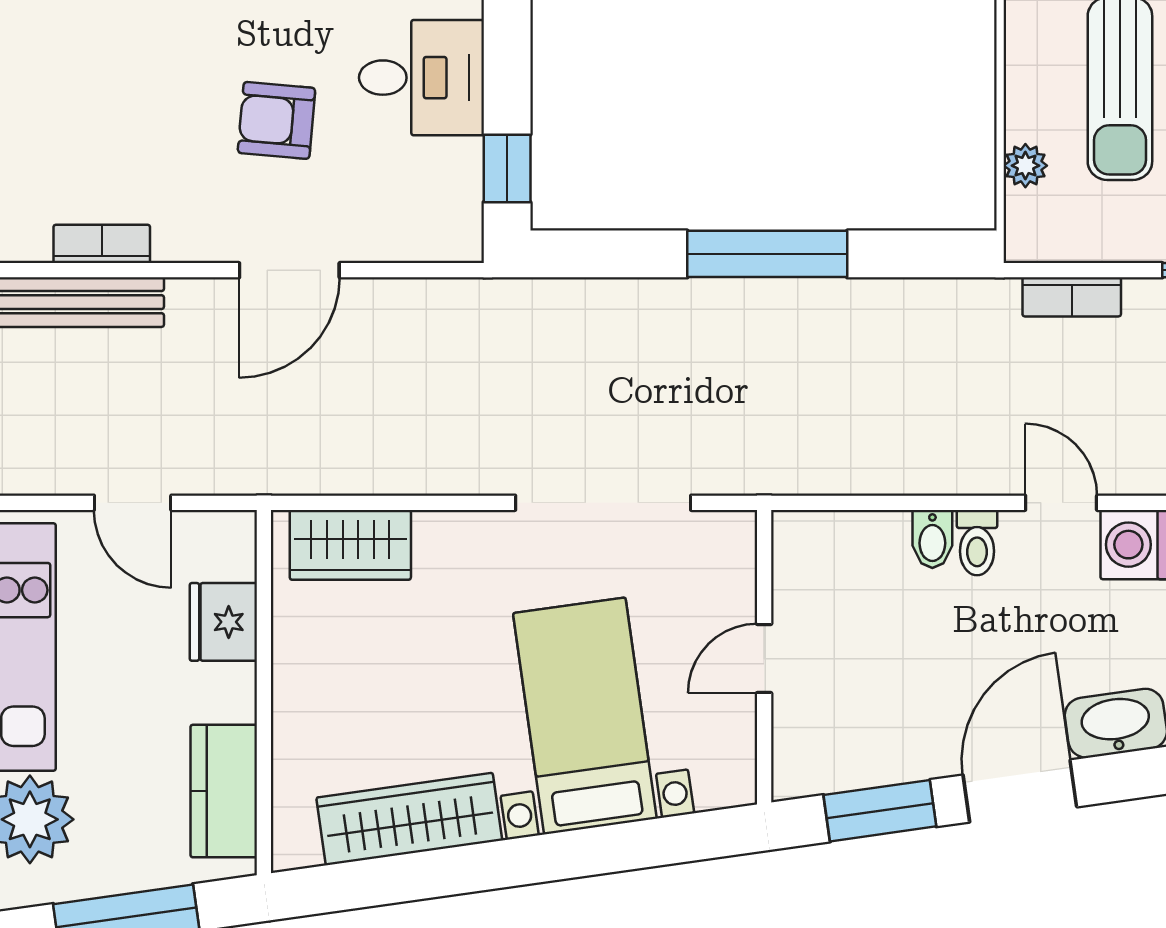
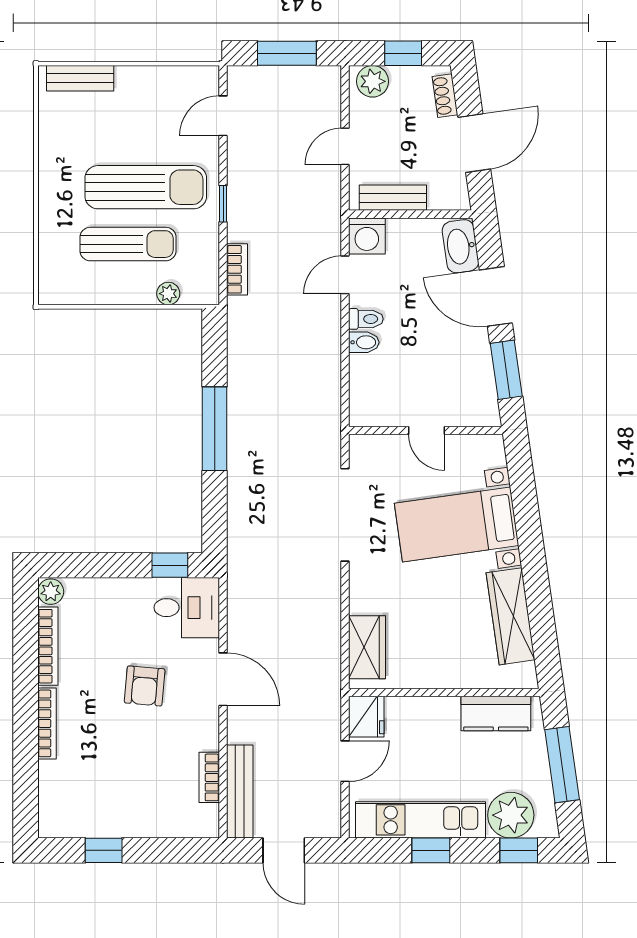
desk: (421, 78) -> (187, 608), moved, turned 90
fridge: (223, 622) -> (366, 717), moved, turned -90

